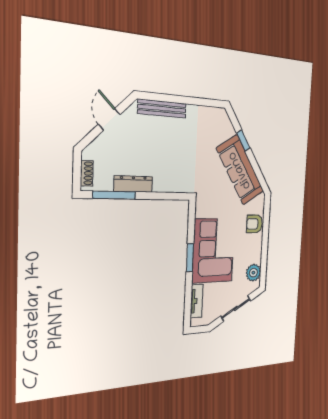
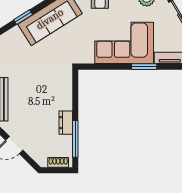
dresser: (133, 184) -> (66, 123), width x0.70
window: (190, 258) -> (144, 67), moved

